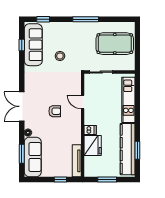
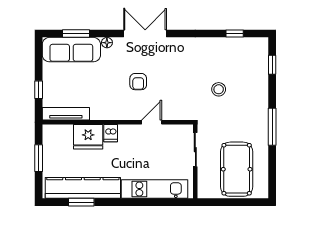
sofa: (33, 45) -> (235, 50), removed

